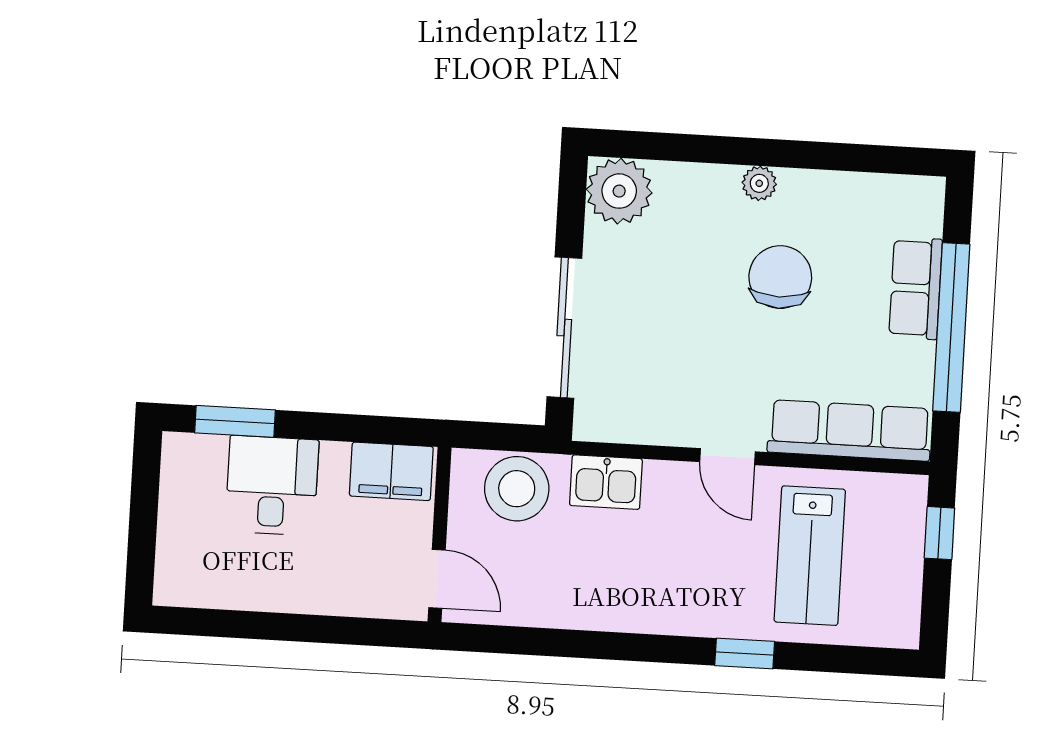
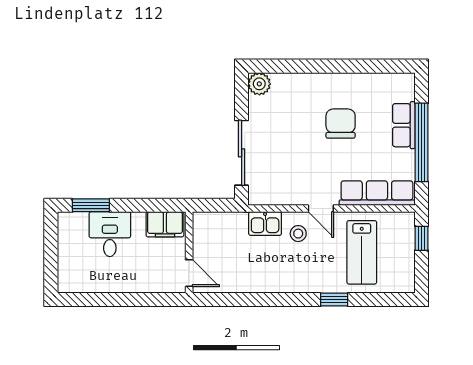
plant: (759, 183) -> (328, 81), removed
plant: (619, 191) -> (259, 84), width x0.73, depth x0.73
stool: (517, 489) -> (298, 234), moved, width x0.53, depth x0.53

